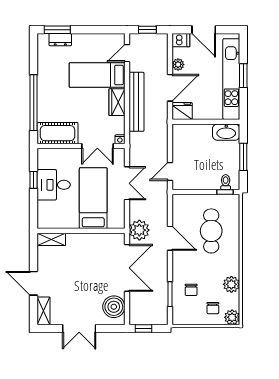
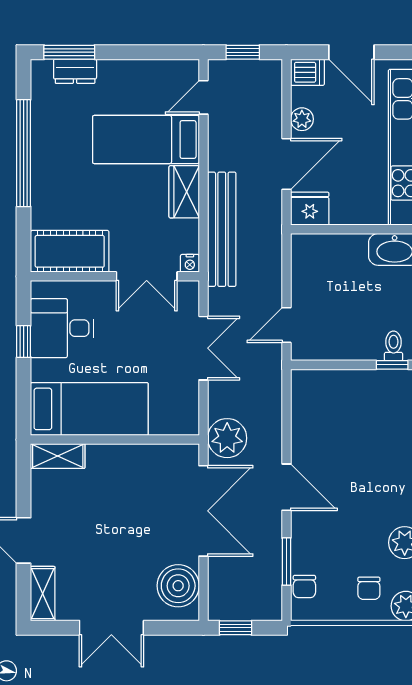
bench: (136, 102) -> (222, 229), moved
window: (34, 103) -> (24, 153), moved
desk: (54, 185) -> (62, 328), moved
bed: (93, 198) -> (89, 409), moved, turned 90
cafe table: (211, 231) -> (366, 440), removed
door: (170, 238) -> (286, 487), moved
chair: (191, 290) -> (304, 587), moved

